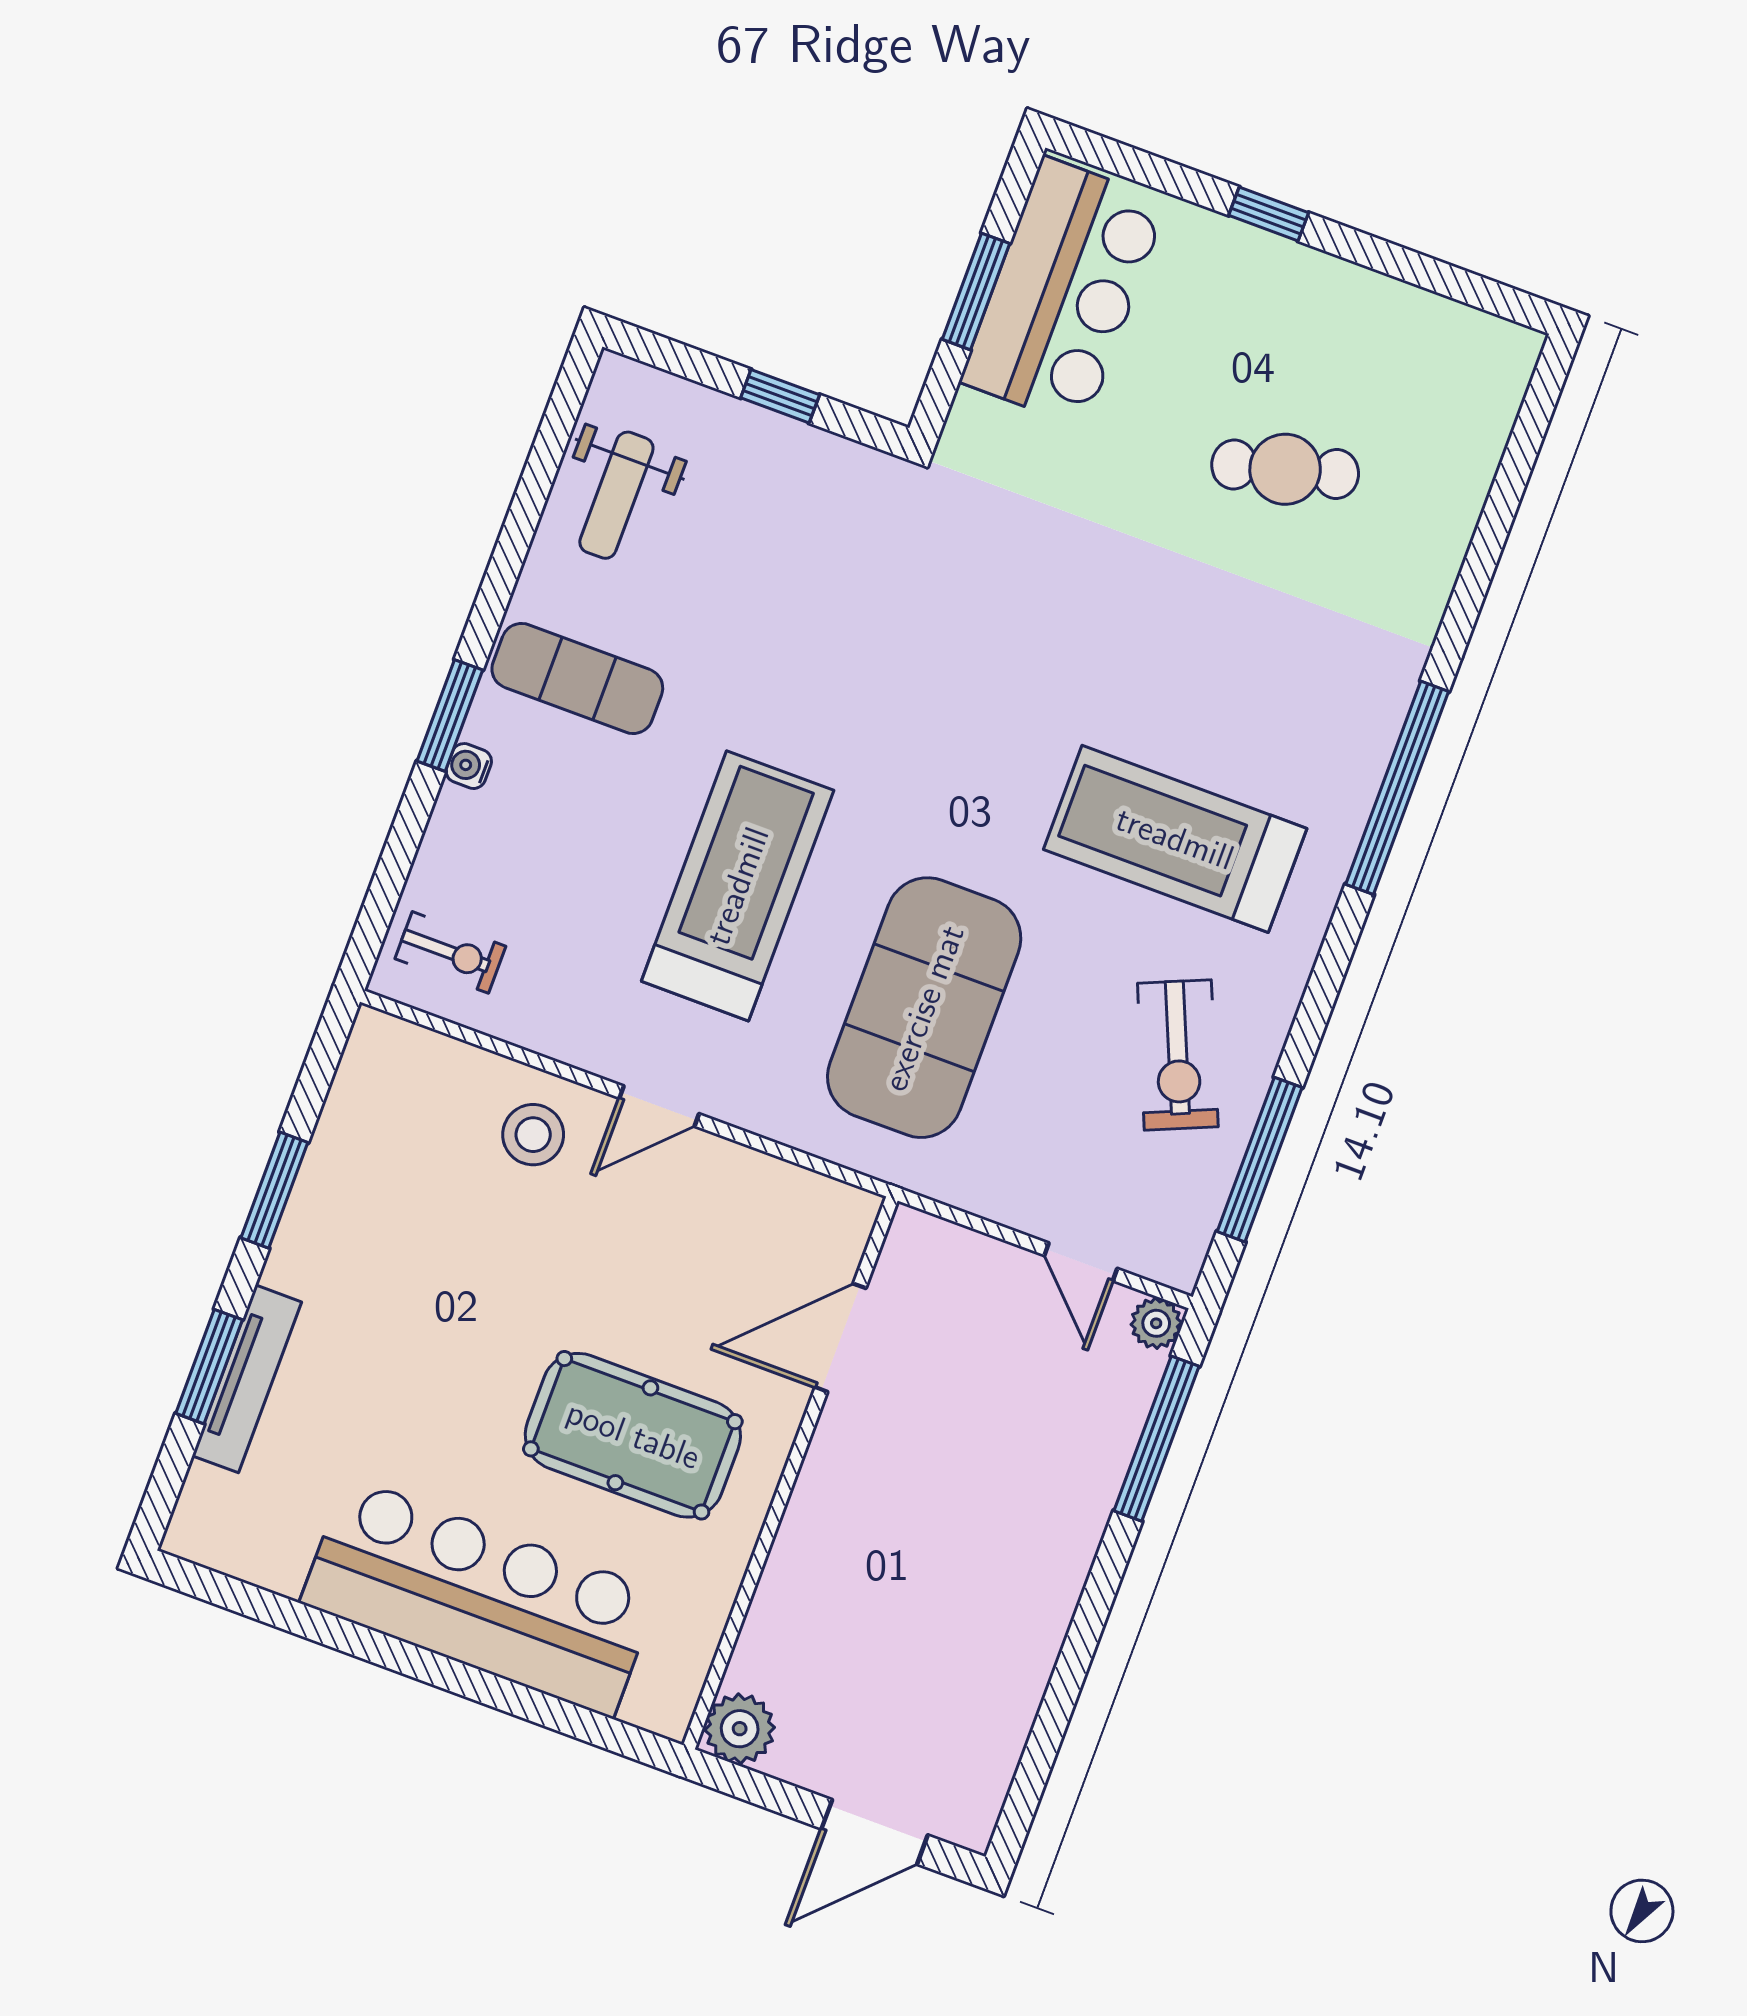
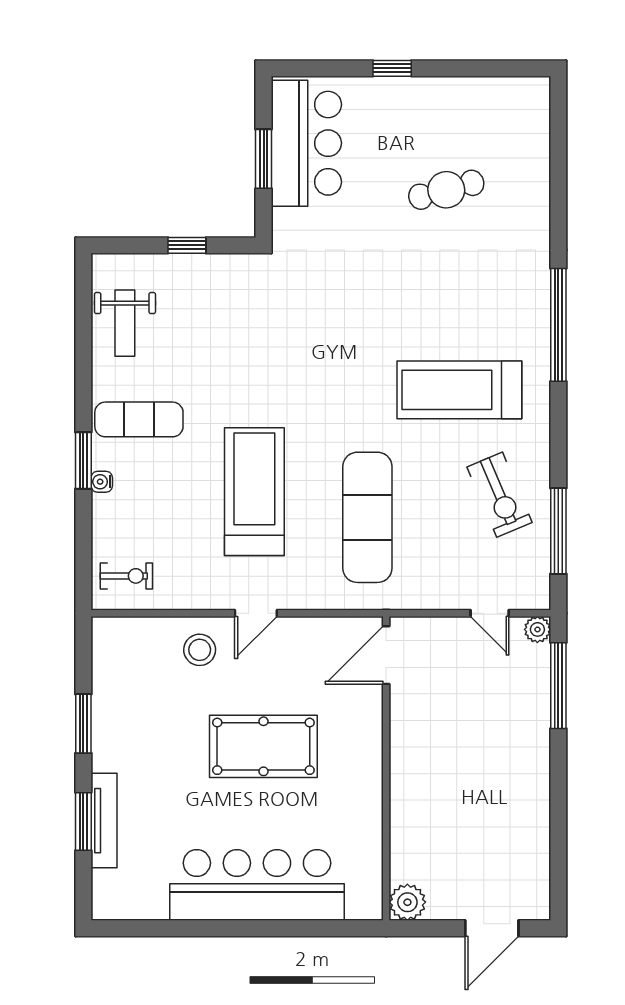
exercise mat: (924, 1008) -> (367, 517), width x0.68
door: (840, 1338) -> (386, 655), moved
pool table: (633, 1435) -> (263, 746), moved

